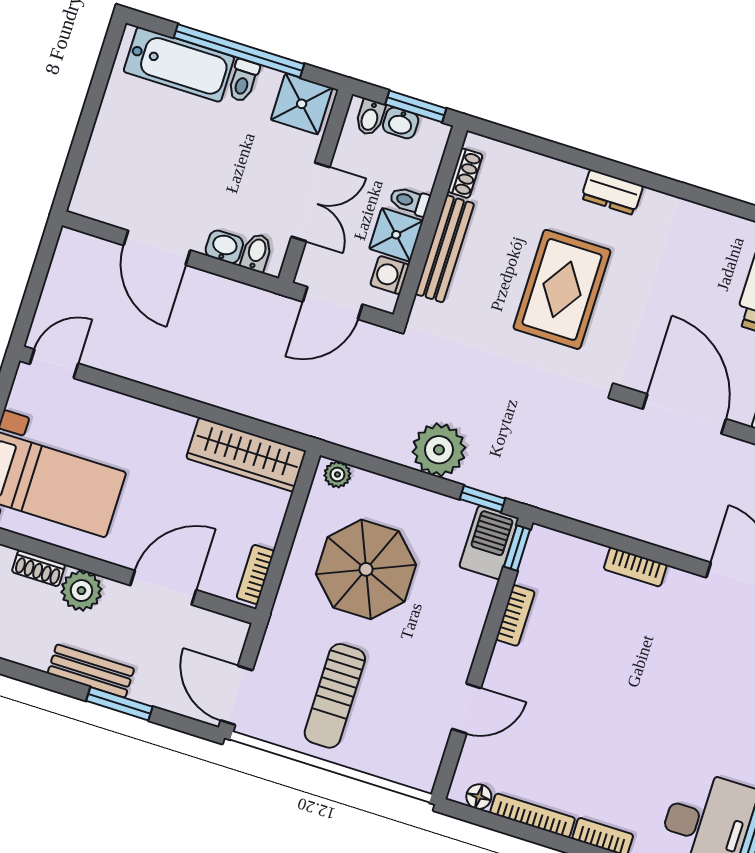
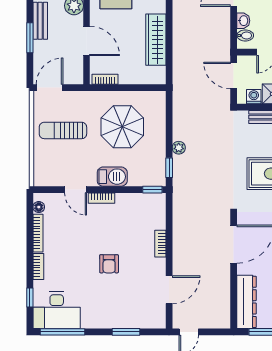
plant: (439, 450) -> (179, 148), width x0.53, depth x0.53
wardrobe: (246, 455) -> (156, 40), moved
plant: (337, 474) -> (160, 101), removed
barbecue: (489, 543) -> (112, 177), moved
bookcase: (515, 615) -> (101, 198), moved
armchair: (644, 687) -> (109, 264), added

